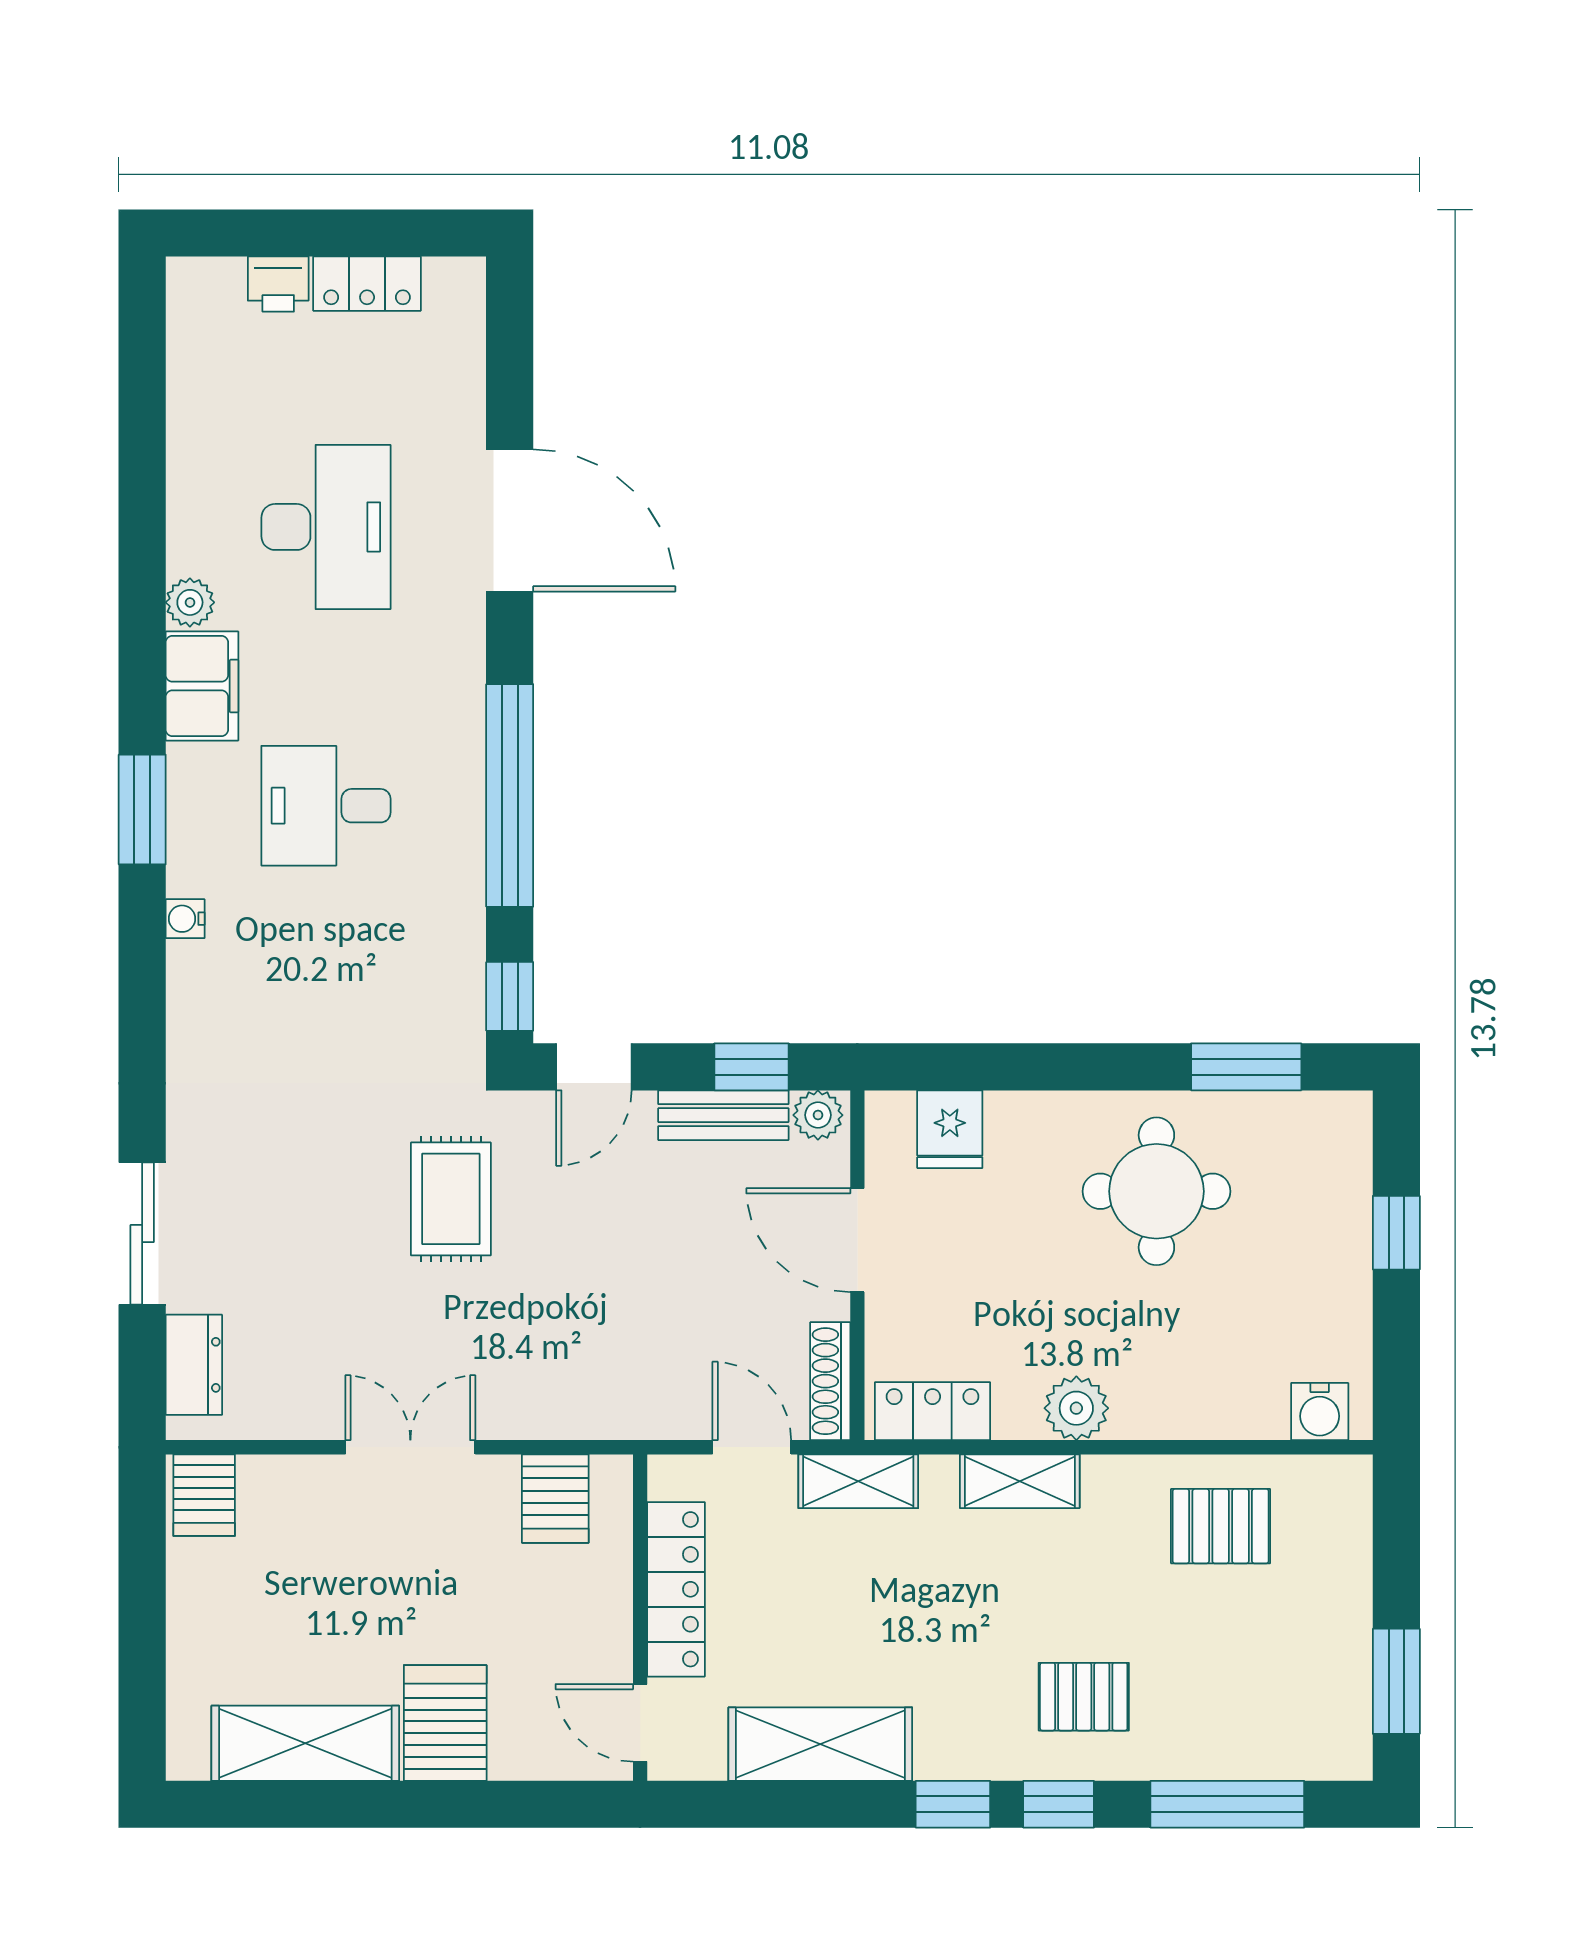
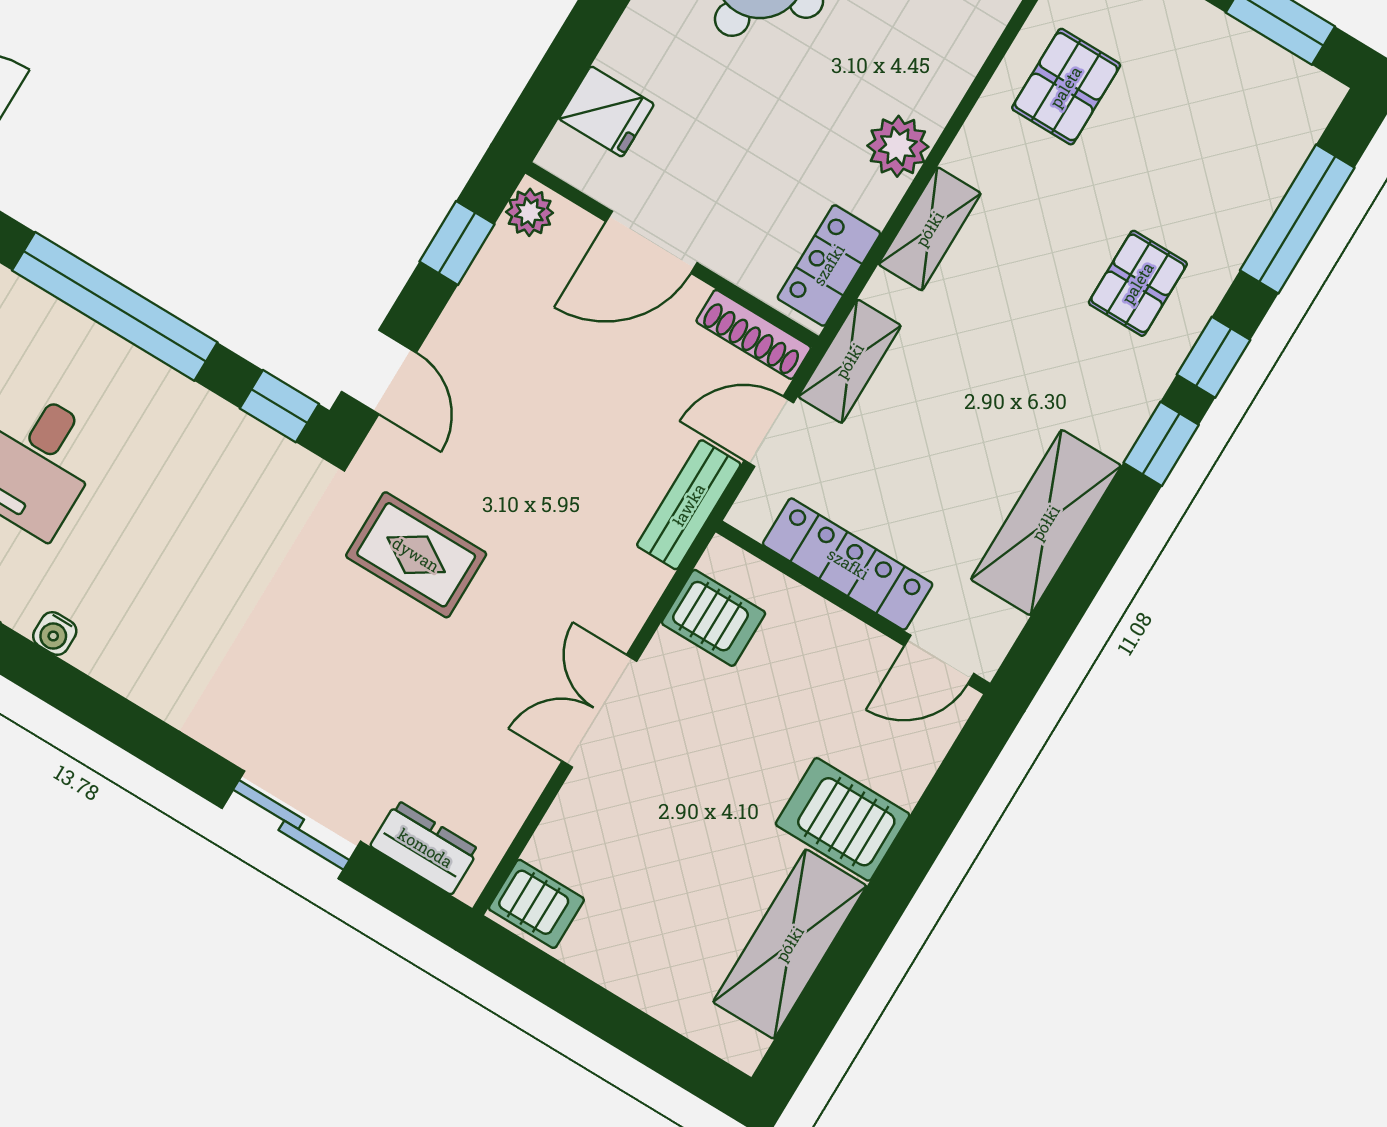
bench: (723, 1115) -> (689, 505), moved

